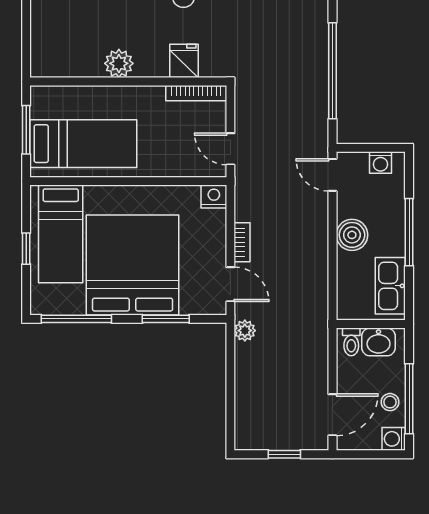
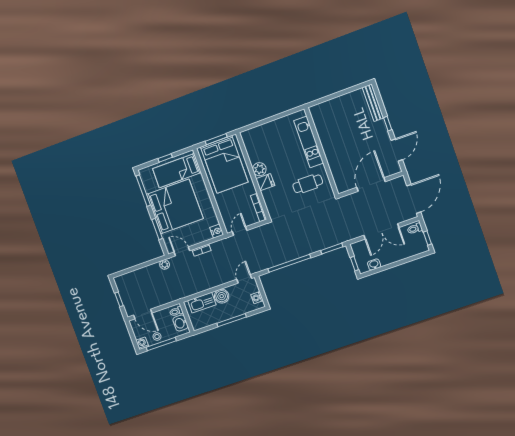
fridge: (184, 61) -> (265, 182), moved
bed: (83, 144) -> (224, 164), width x1.50
door: (230, 284) -> (182, 251), swing flipped
kitchen sink: (390, 286) -> (202, 303), moved, turned 180

